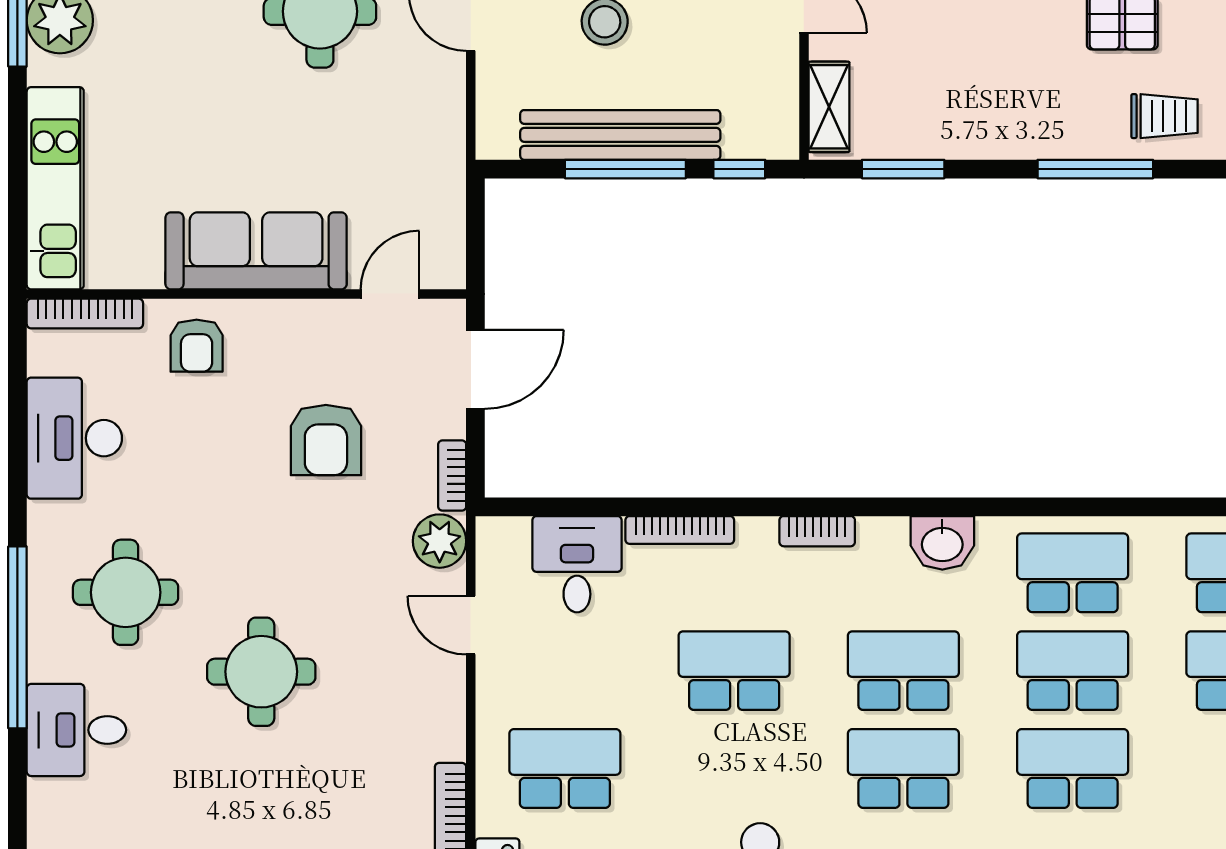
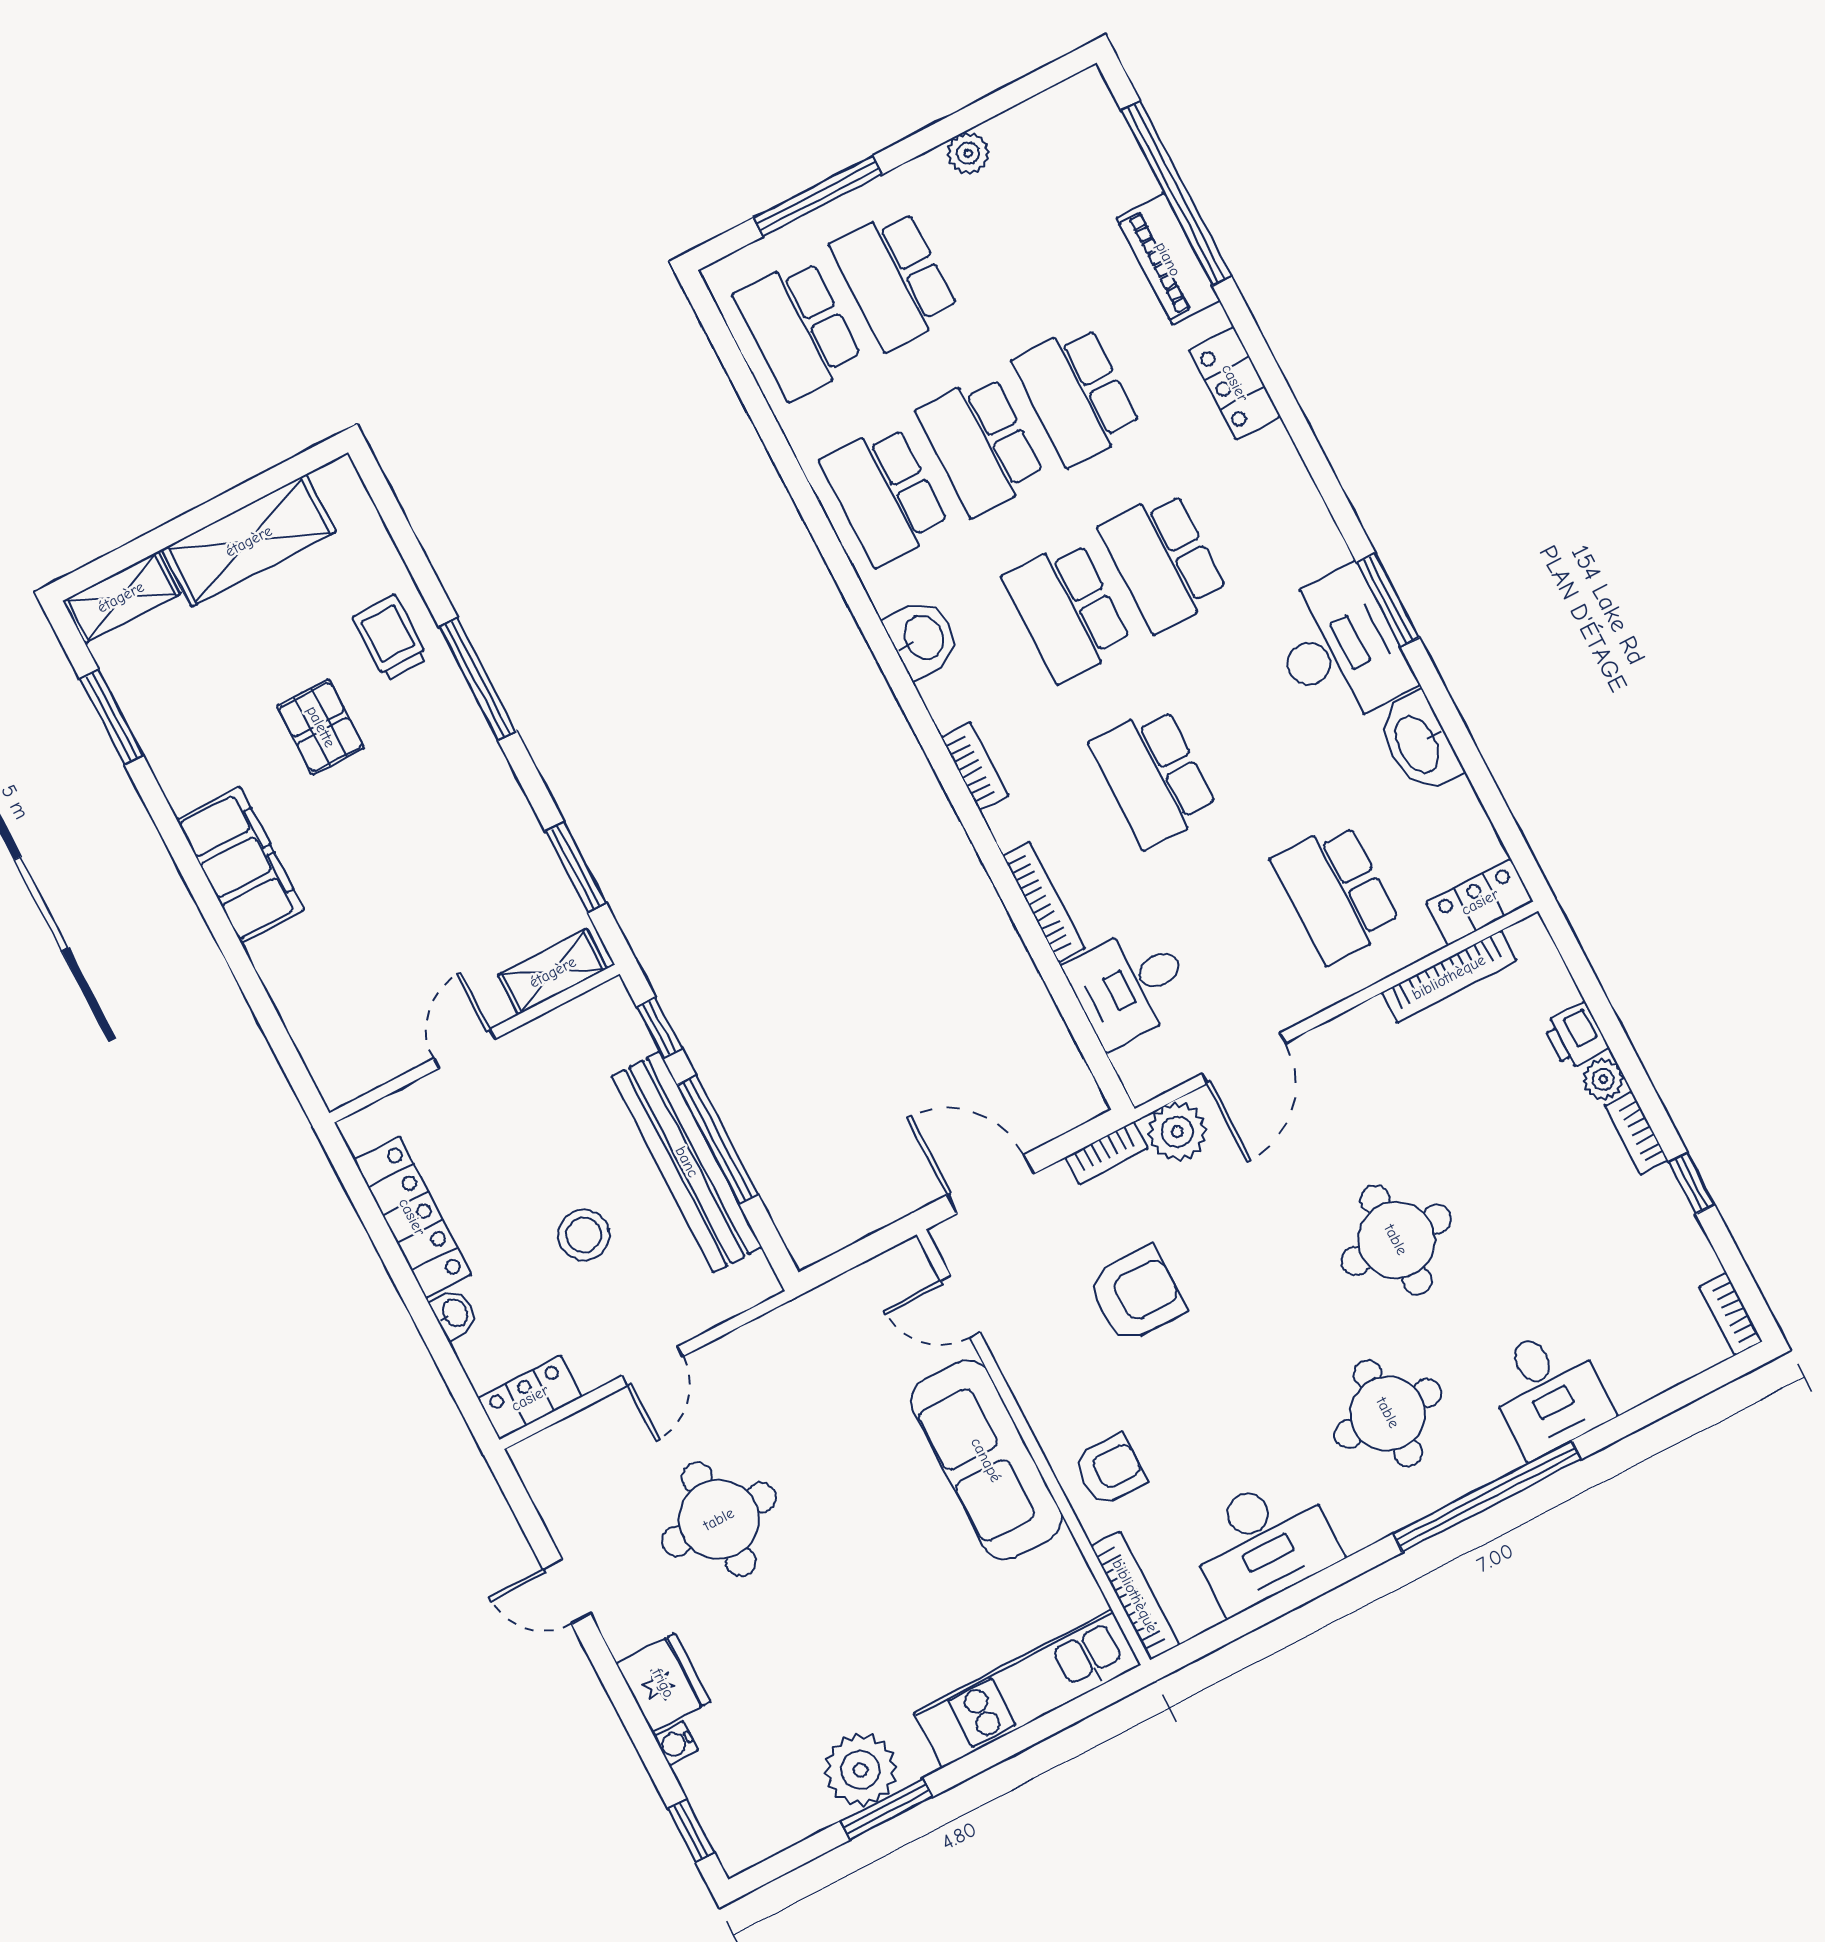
door: (471, 625) -> (1244, 1058), width x1.38

